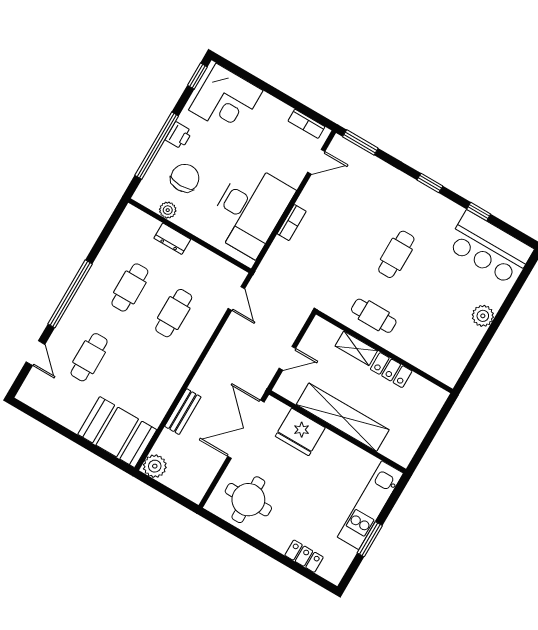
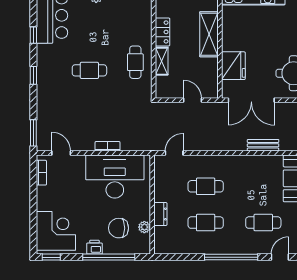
shelving: (343, 417) -> (209, 34), width x0.68

